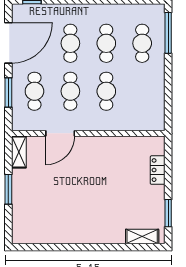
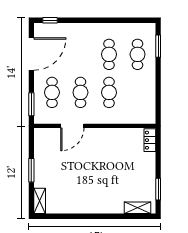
window: (168, 33) -> (158, 46), width x0.69
cafe table: (70, 43) -> (80, 54), removed
window: (8, 92) -> (31, 104), moved
shelving: (19, 152) -> (40, 201), moved
locker: (158, 170) -> (150, 140), moved

